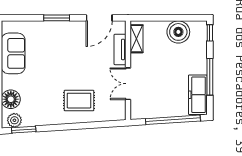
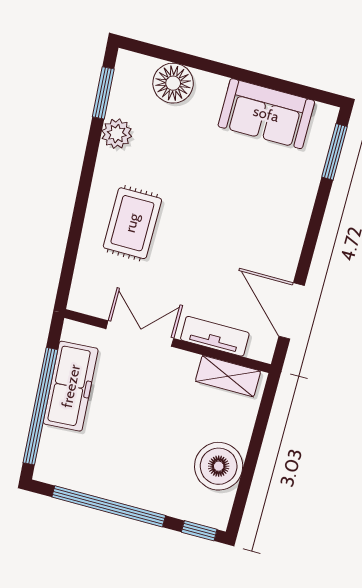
window: (57, 18) -> (335, 152), moved
window: (210, 77) -> (109, 506), width x1.46
freezer: (198, 95) -> (71, 386), moved, turned 86
plant: (14, 120) -> (117, 134), moved

